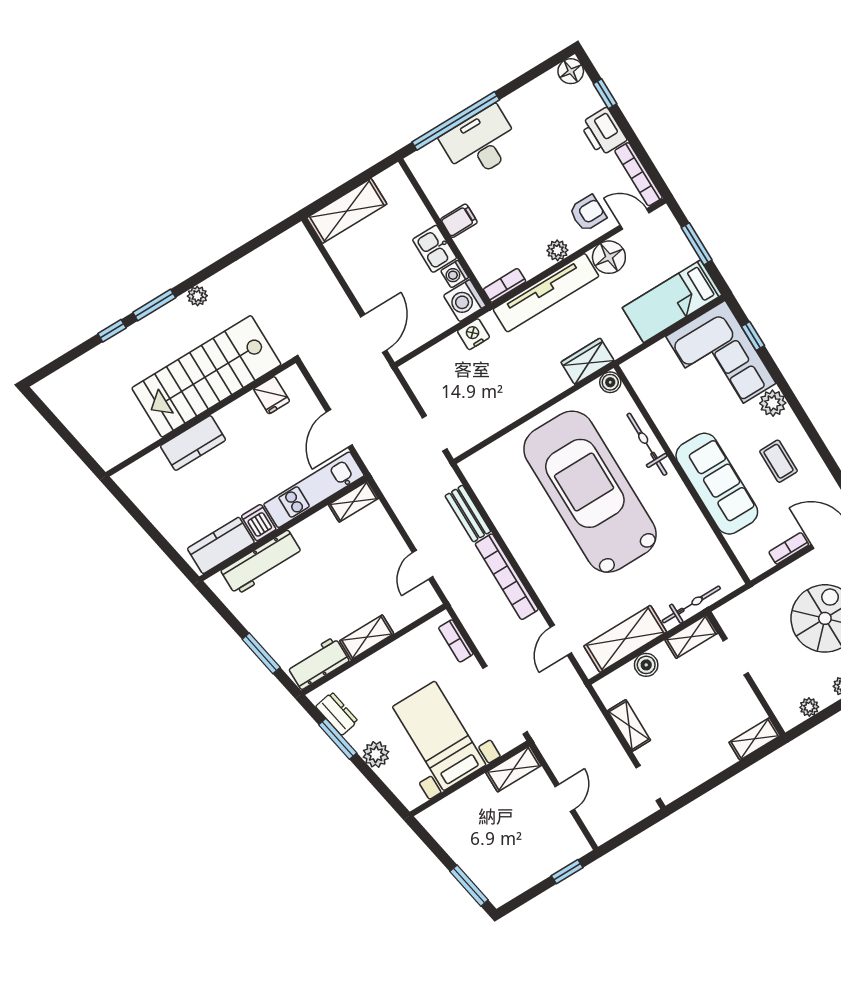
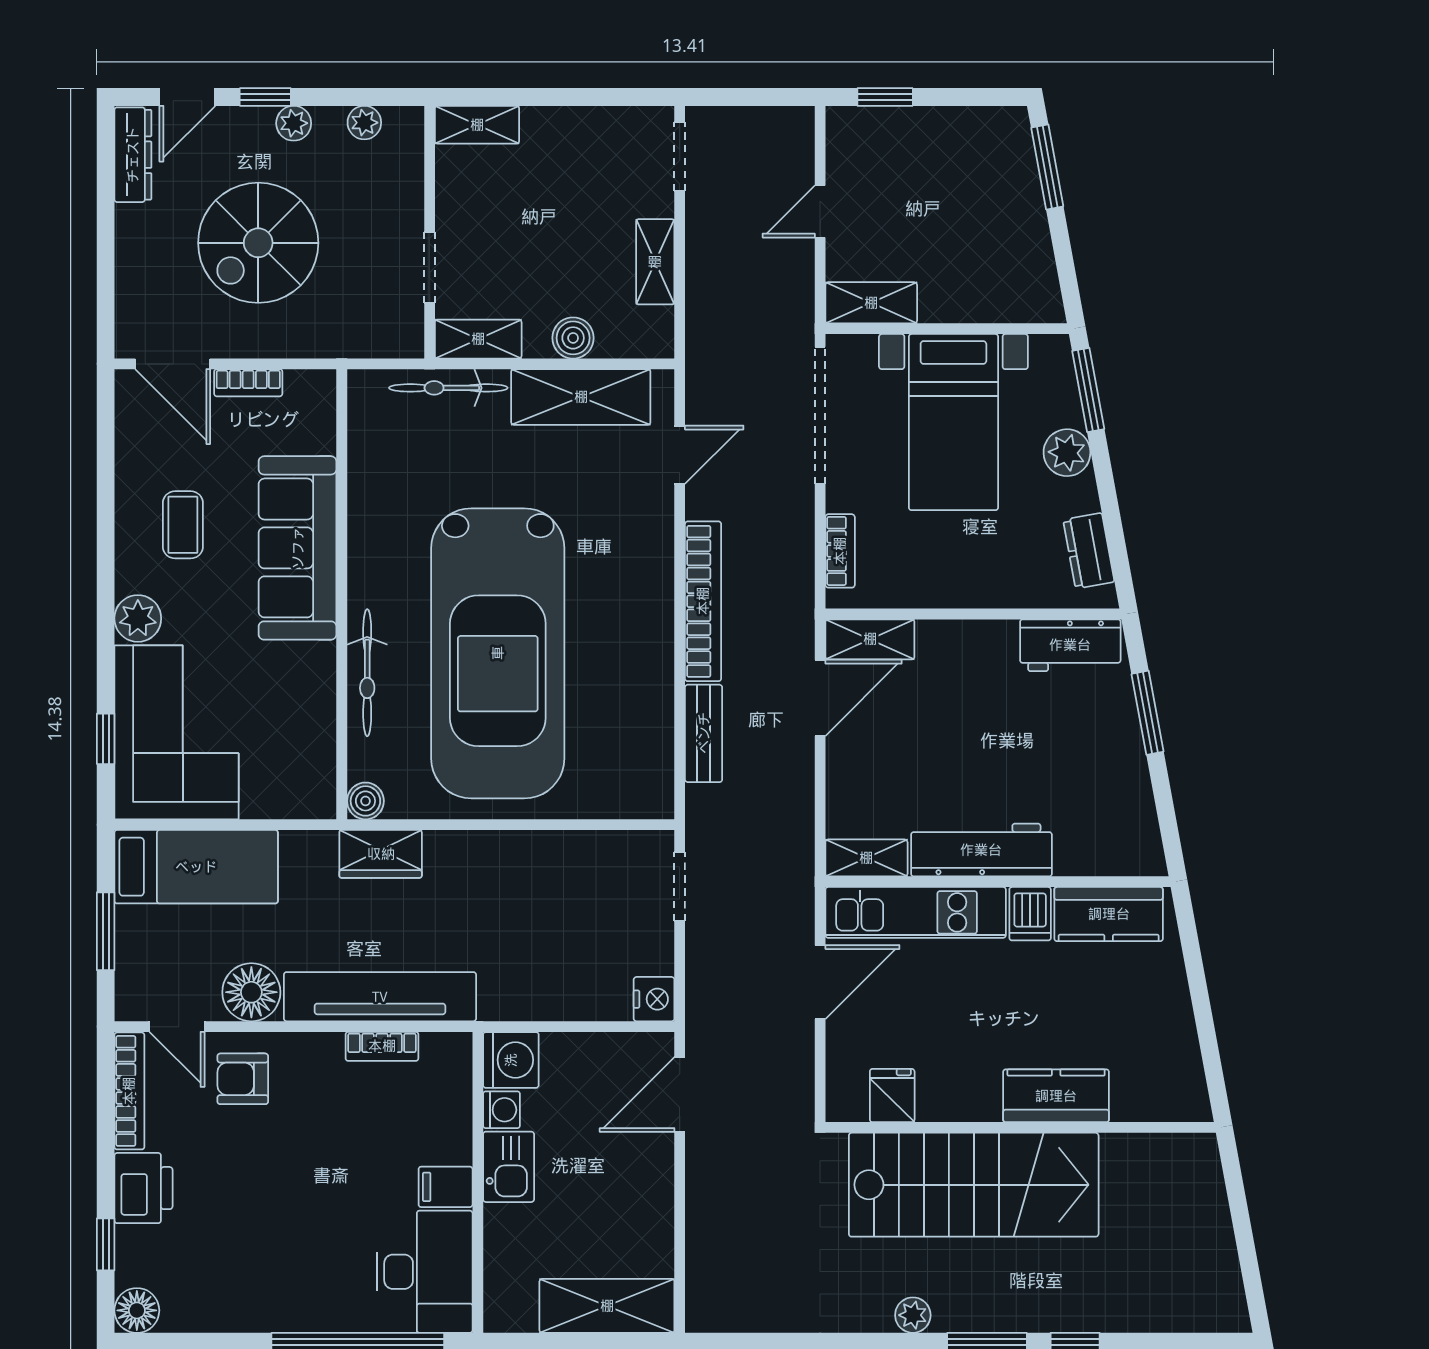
desk: (481, 143) -> (425, 1272), moved, turned -90
plant: (557, 250) -> (323, 1050), removed
bookcase: (505, 285) -> (382, 1046), moved
nightstand: (473, 334) -> (654, 999), moved, turned -90
workbench: (262, 563) -> (981, 850), moved
door: (422, 565) -> (820, 698), width x1.38
shelving: (367, 637) -> (870, 639), moved
window: (338, 739) -> (1088, 390), moved

